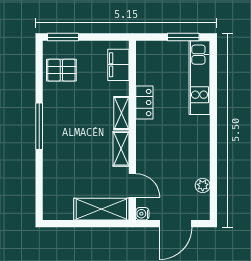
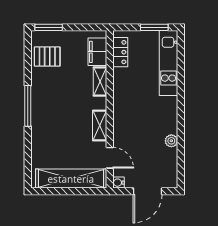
locker: (144, 103) -> (120, 52), moved
shelving: (121, 113) -> (100, 82), moved
plant: (203, 185) -> (171, 141), moved
shelving: (101, 209) -> (71, 179), width x1.47

